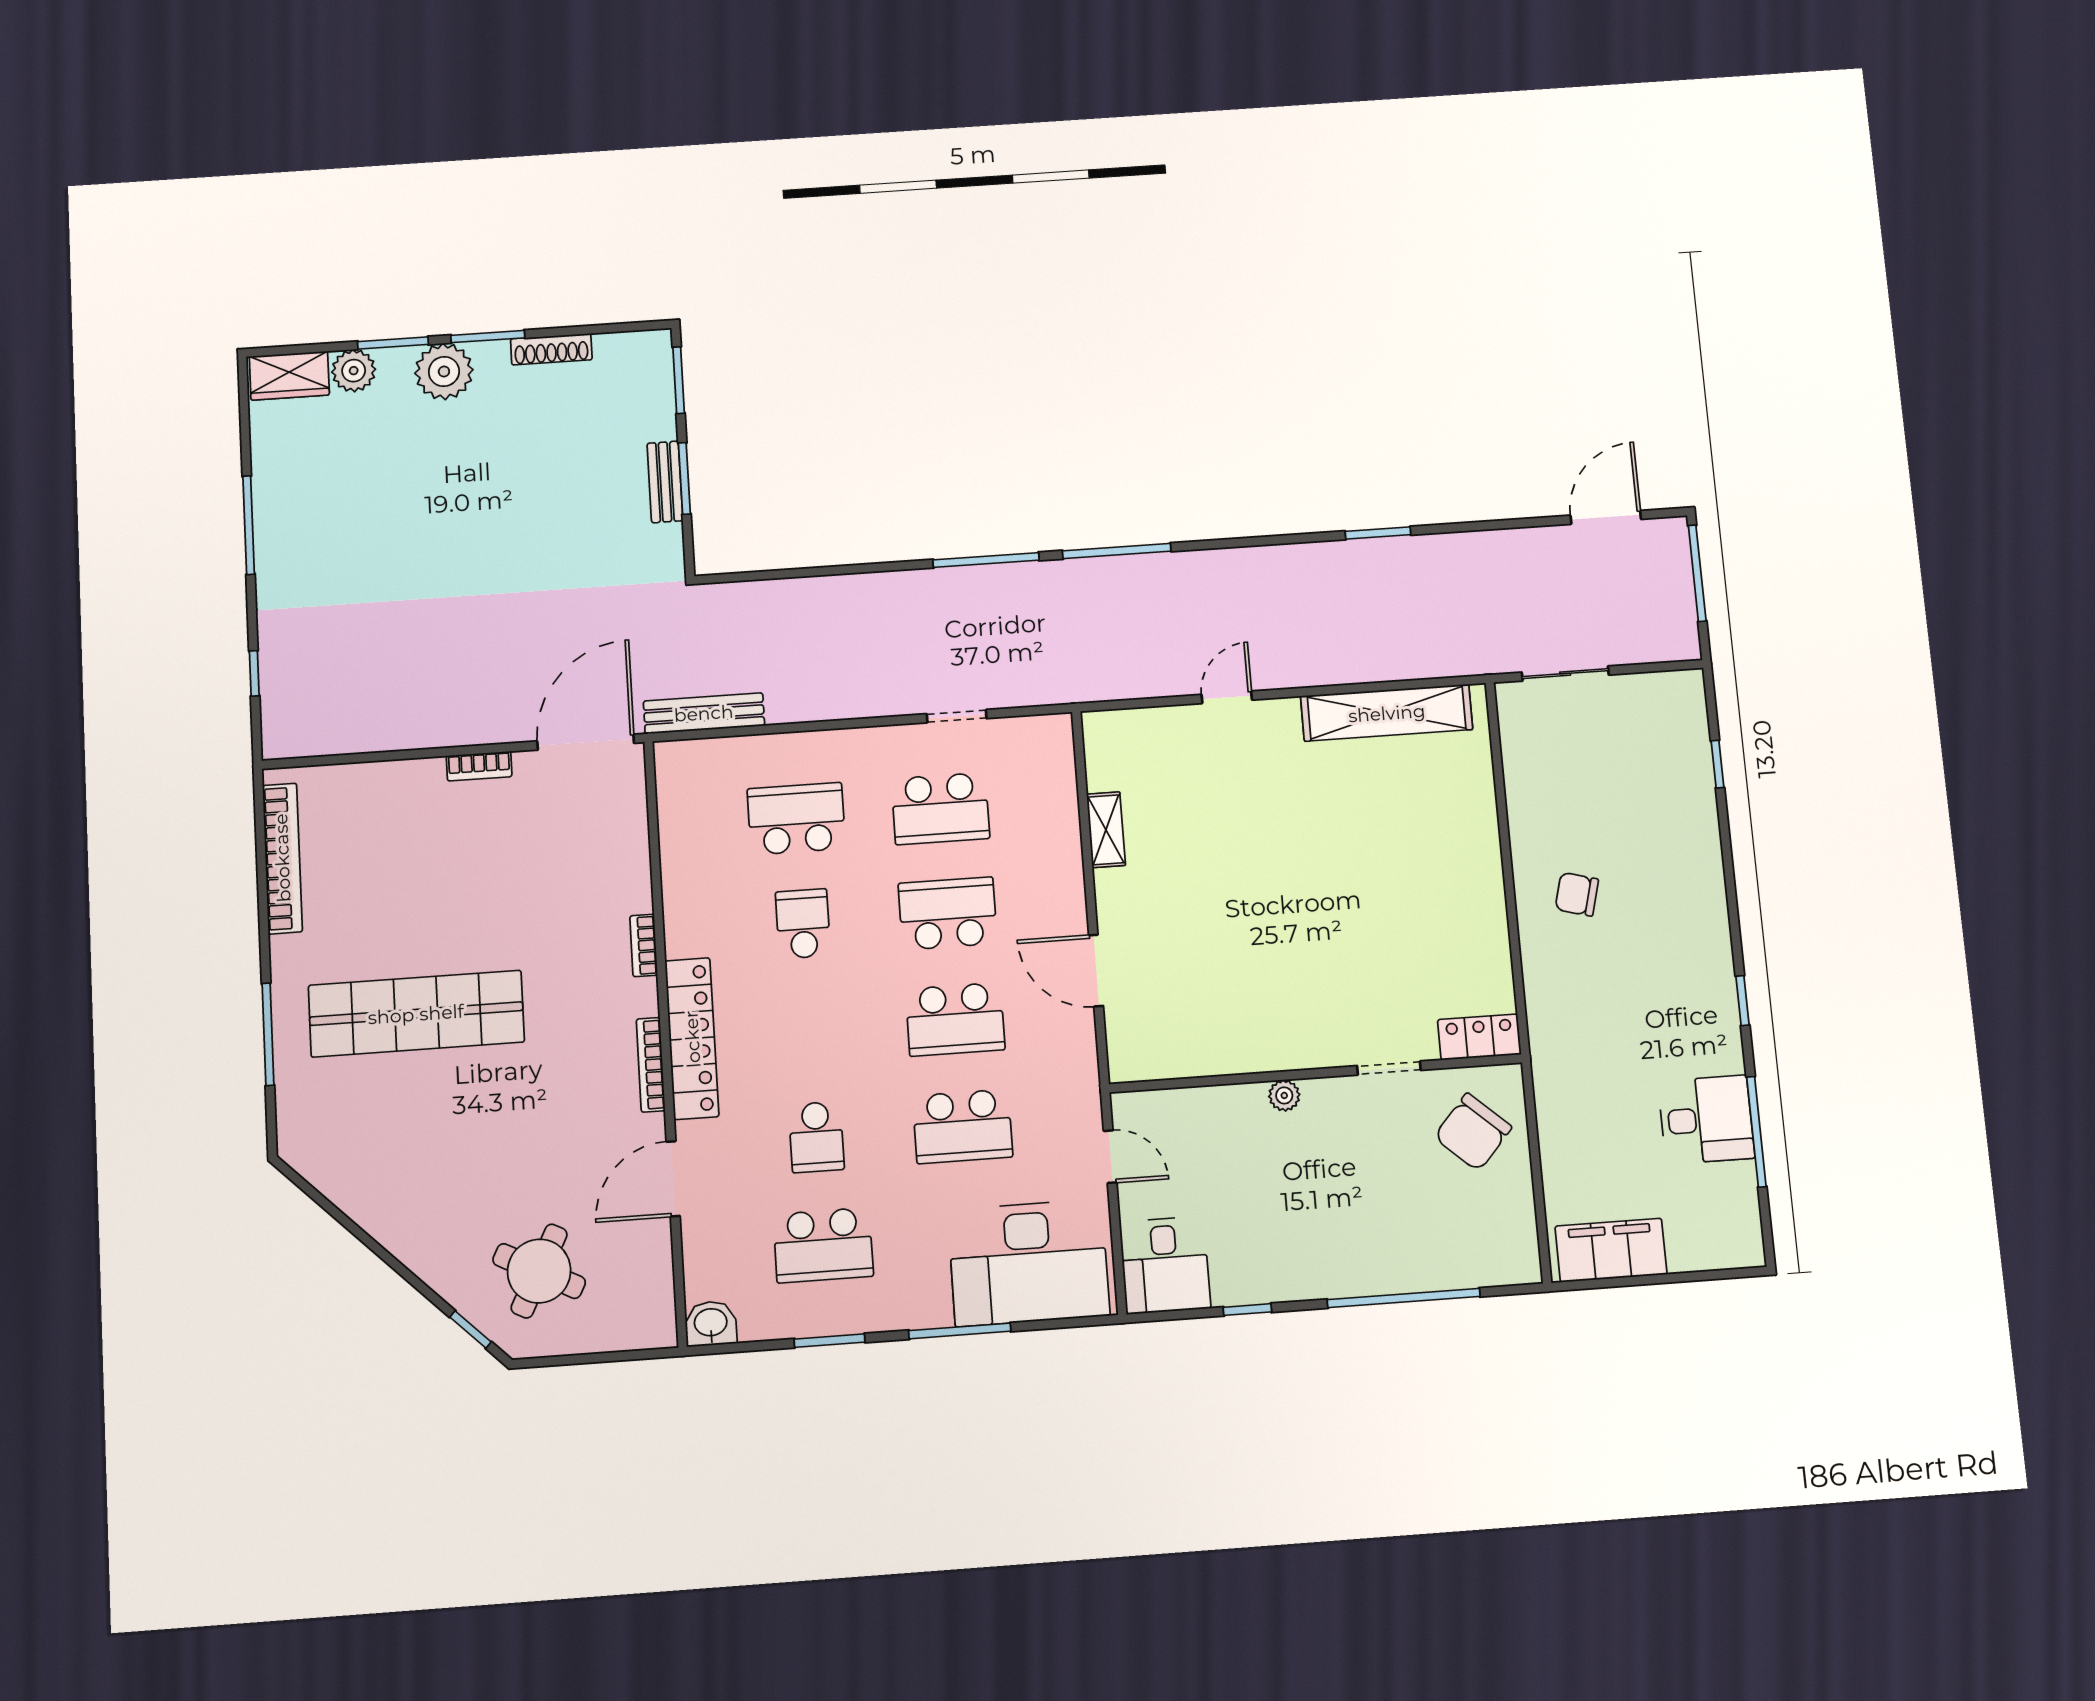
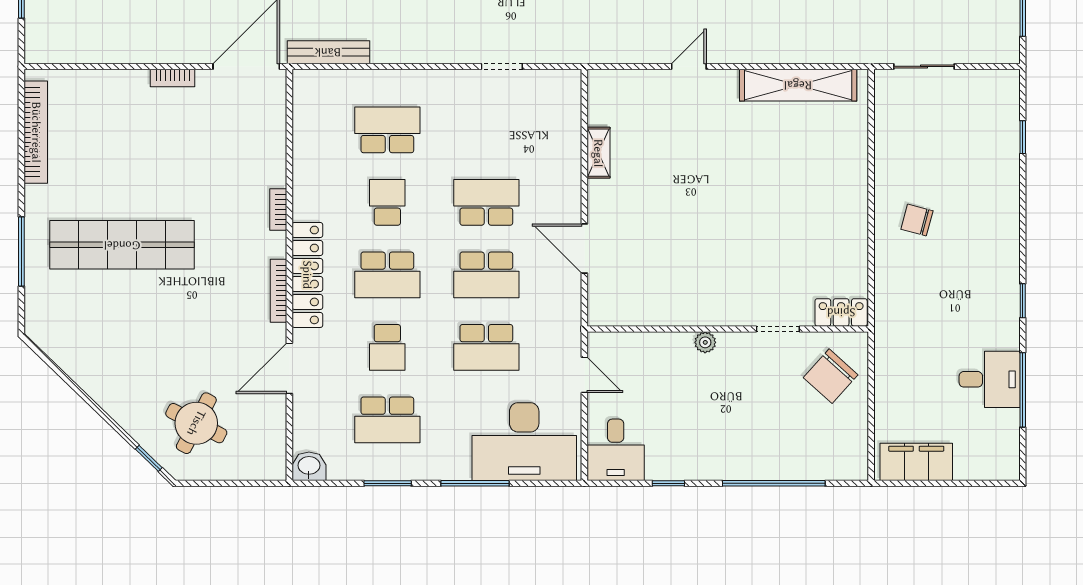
school desk: (940, 809) -> (387, 275), moved

